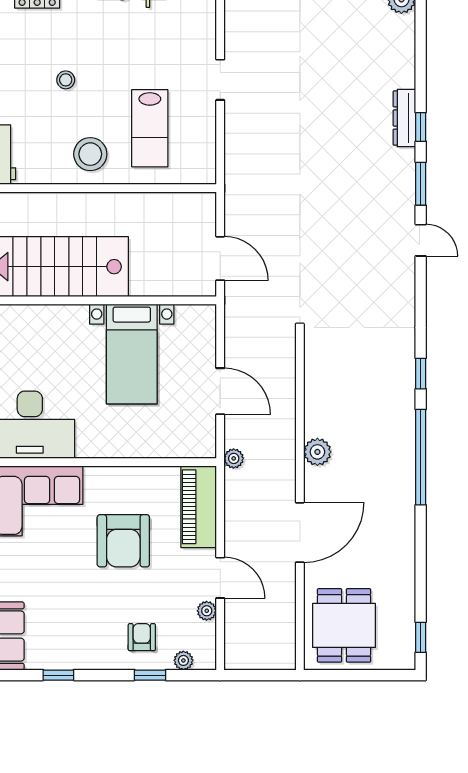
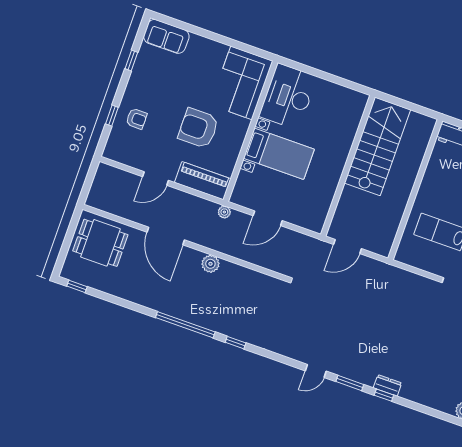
dresser: (404, 118) -> (387, 385), width x0.70
stool: (90, 154) -> (438, 191), removed
bed with nightstands: (132, 354) -> (279, 154), moved, turned 180
plant: (207, 611) -> (138, 163), removed
plant: (183, 660) -> (114, 139), removed

